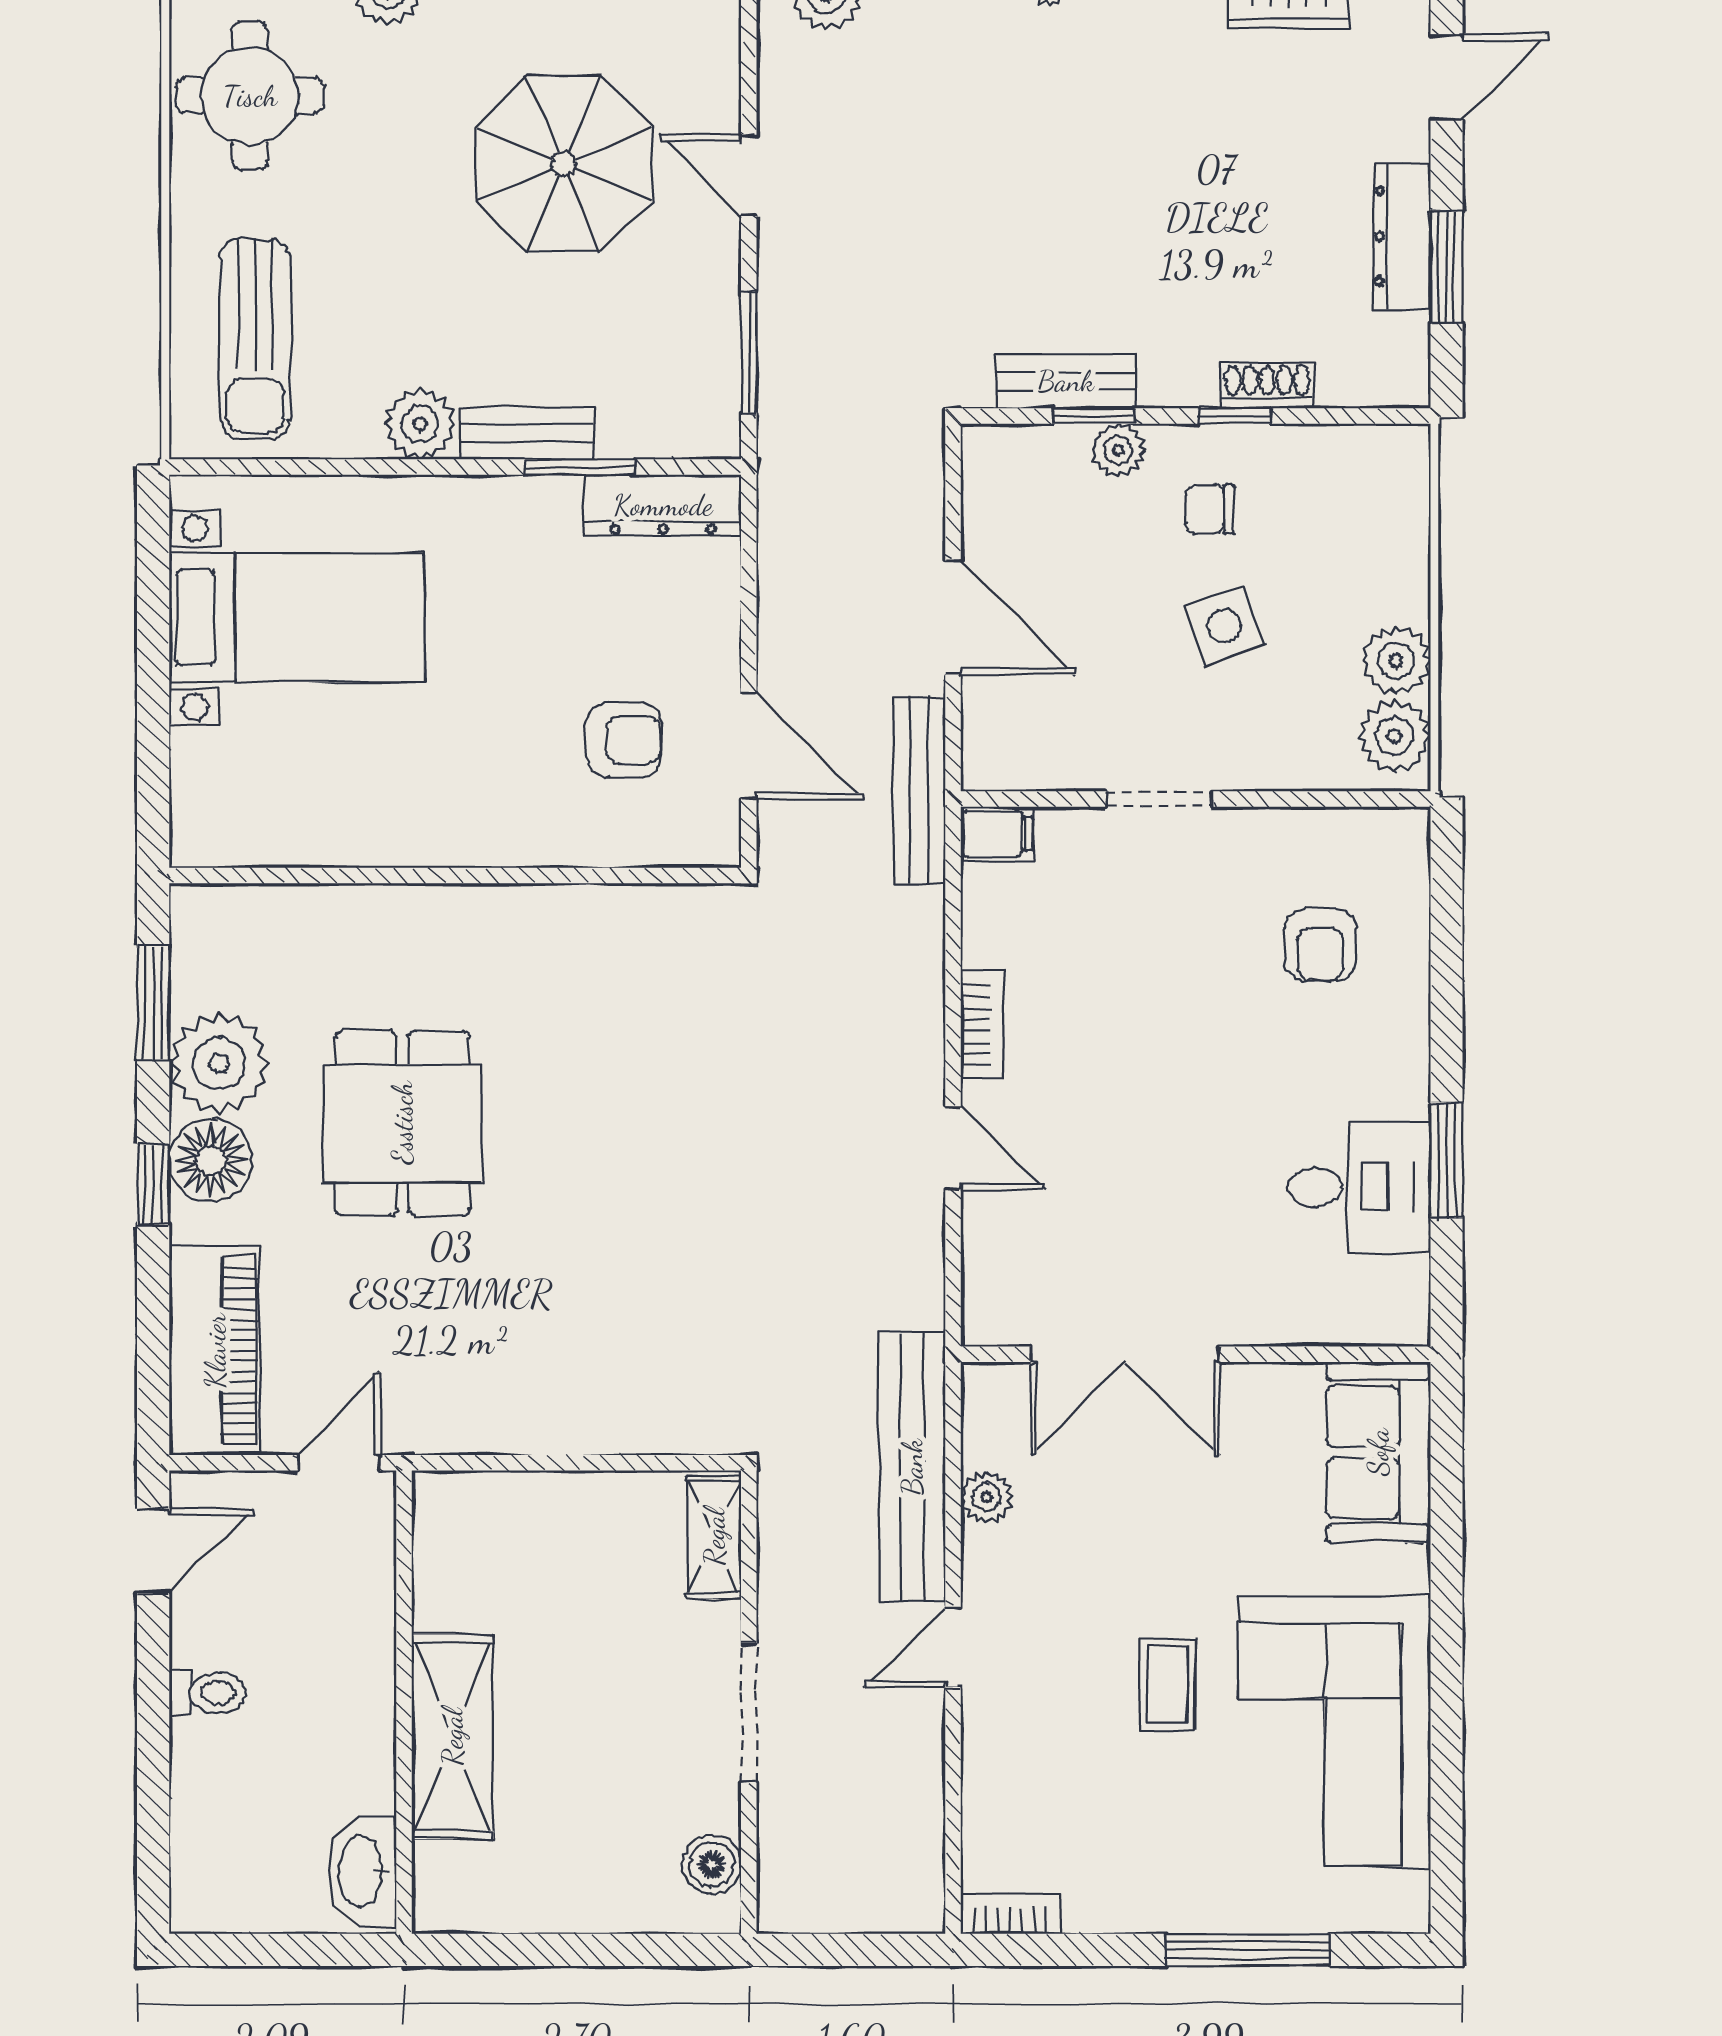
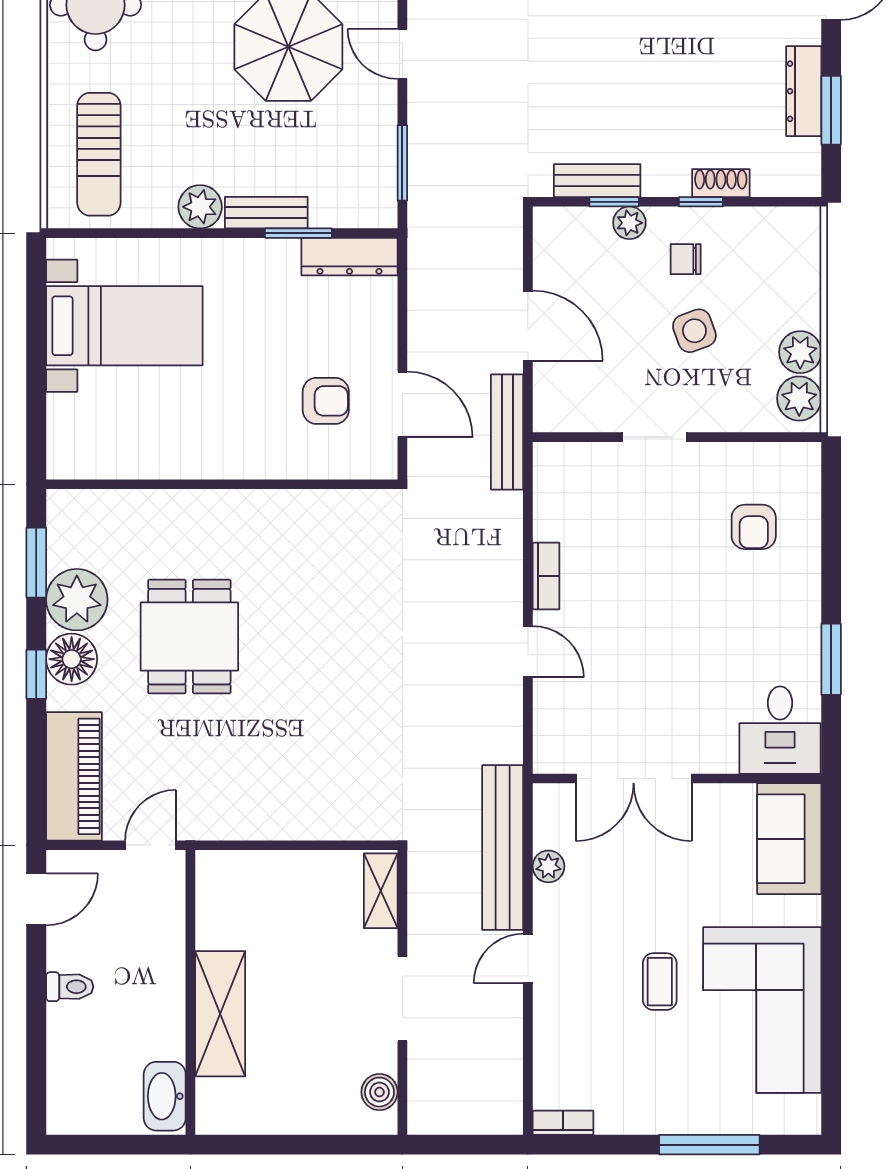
filing cabinet: (997, 834) -> (555, 459), removed
desk: (1359, 1187) -> (780, 730), moved, turned 90

